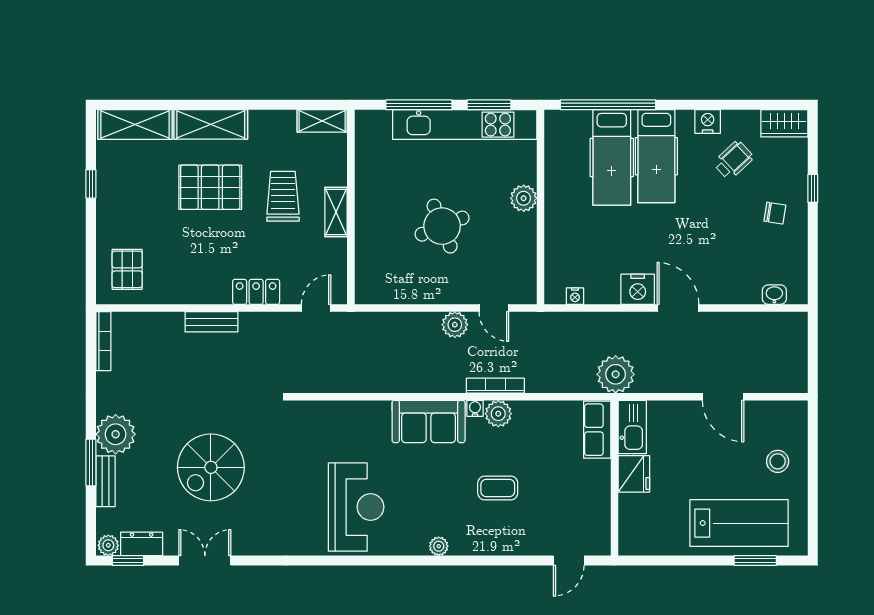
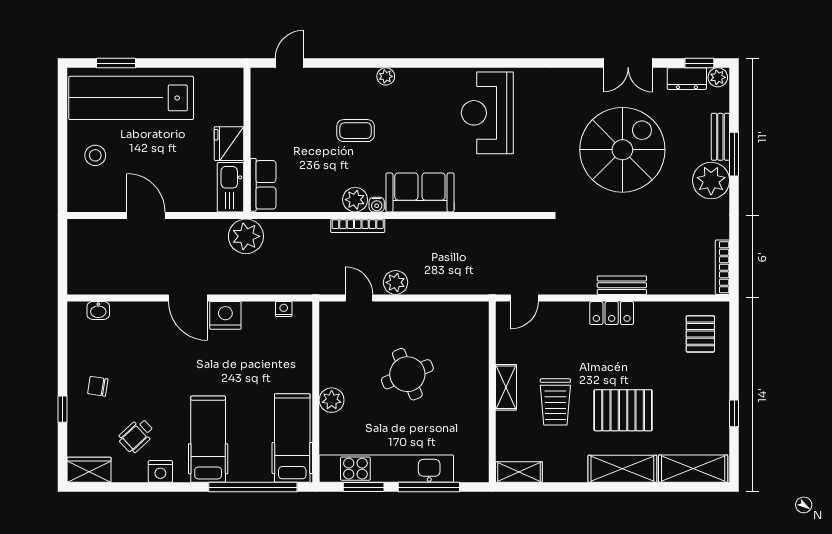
hospital bed: (612, 157) -> (292, 438), moved
locker: (256, 292) -> (612, 313), moved
spiral stairs: (211, 467) -> (622, 150), width x1.37, depth x1.37
lab bench: (739, 523) -> (131, 98), width x1.36
plant: (439, 546) -> (386, 76), moved

